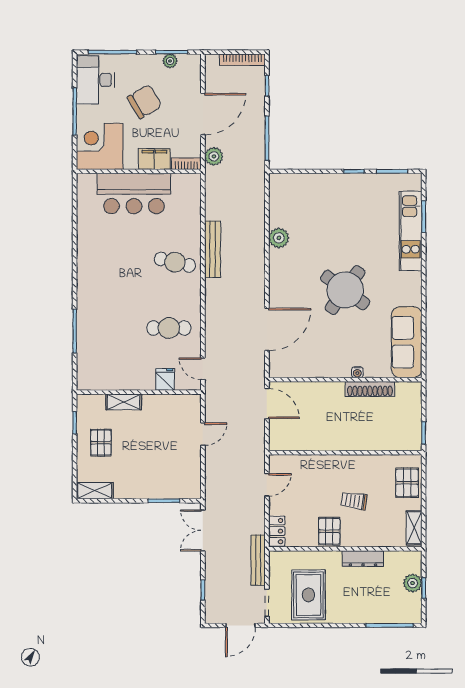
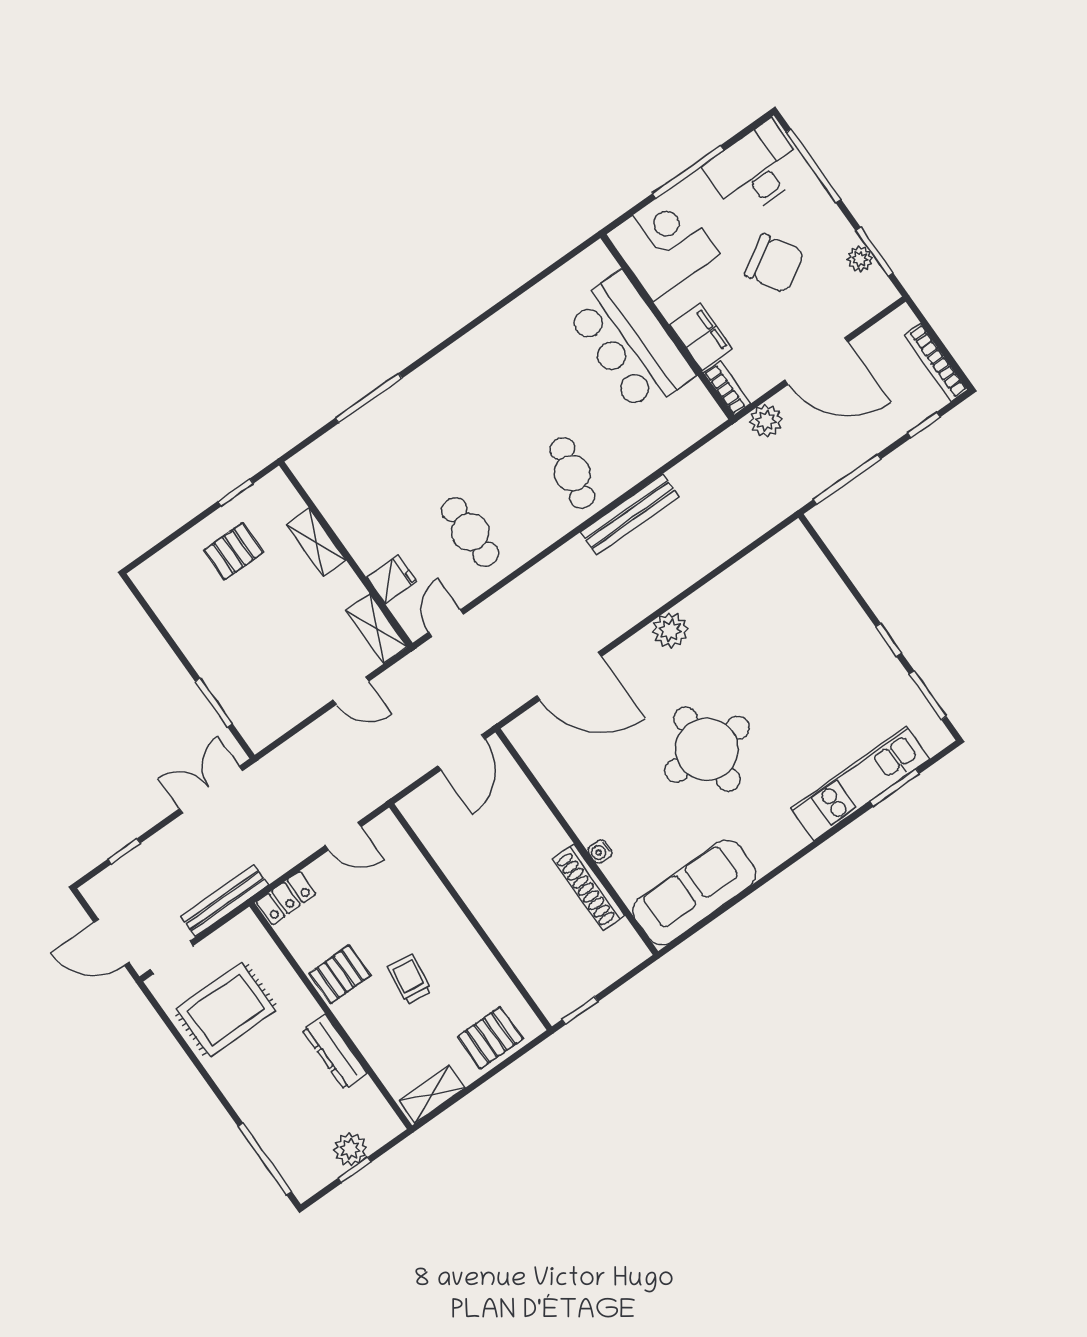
plant: (279, 238) -> (670, 630), moved
round table: (345, 290) -> (707, 749), turned -36
shelving: (95, 491) -> (377, 628), moved

